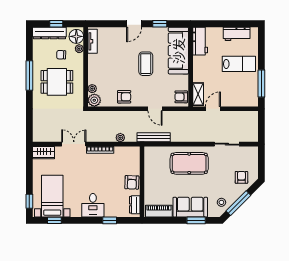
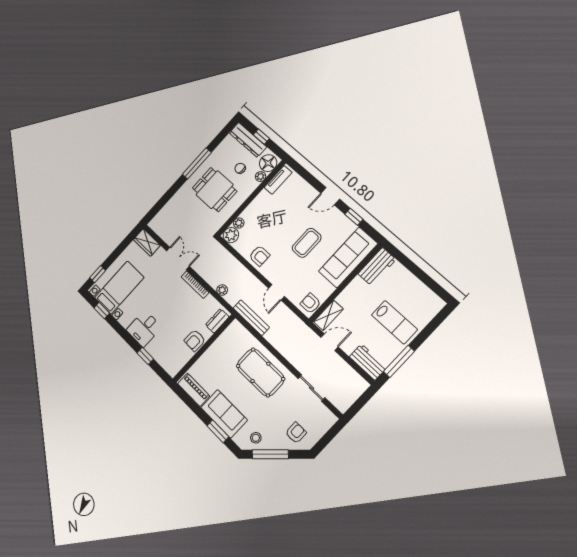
workbench: (237, 34) -> (368, 362), moved, turned 180
dresser: (135, 205) -> (217, 321), moved

